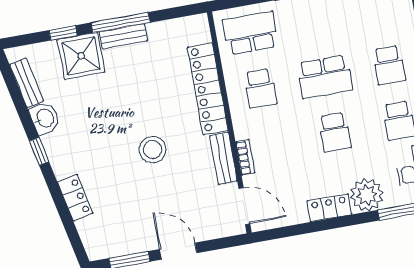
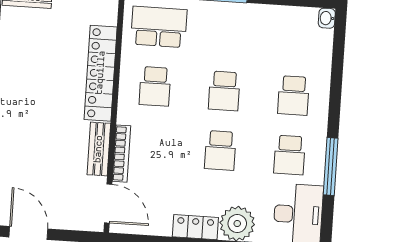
school desk: (325, 77) -> (224, 91), width x0.54
stool: (153, 150) -> (28, 122), removed
bookcase: (245, 157) -> (121, 154), width x1.56

